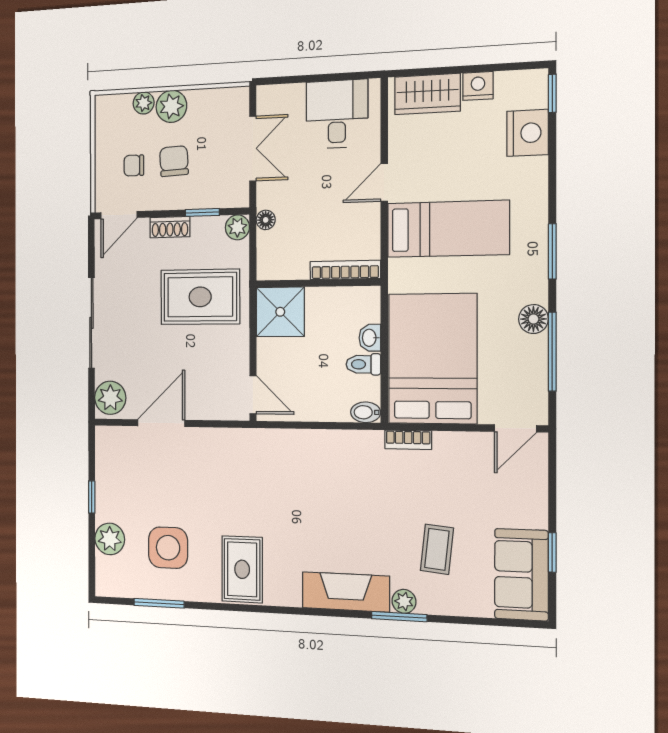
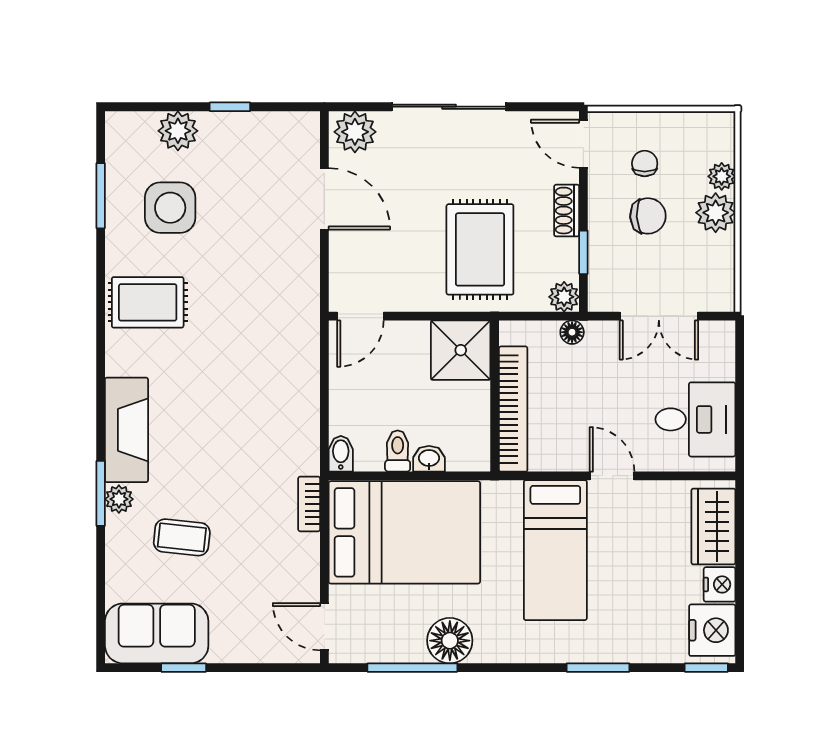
nightstand: (528, 133) -> (712, 630), moved, turned -90
window: (552, 251) -> (598, 668), moved
bookcase: (345, 270) -> (513, 409), width x1.48, depth x1.31
floor lamp: (533, 319) -> (450, 641), width x1.38, depth x1.38

